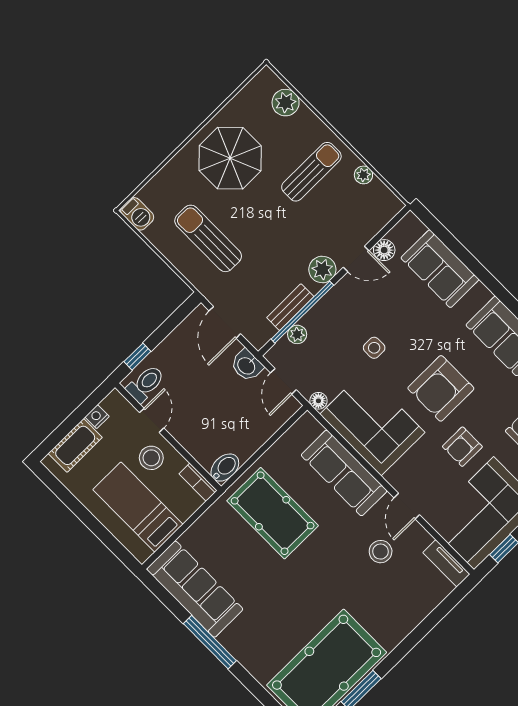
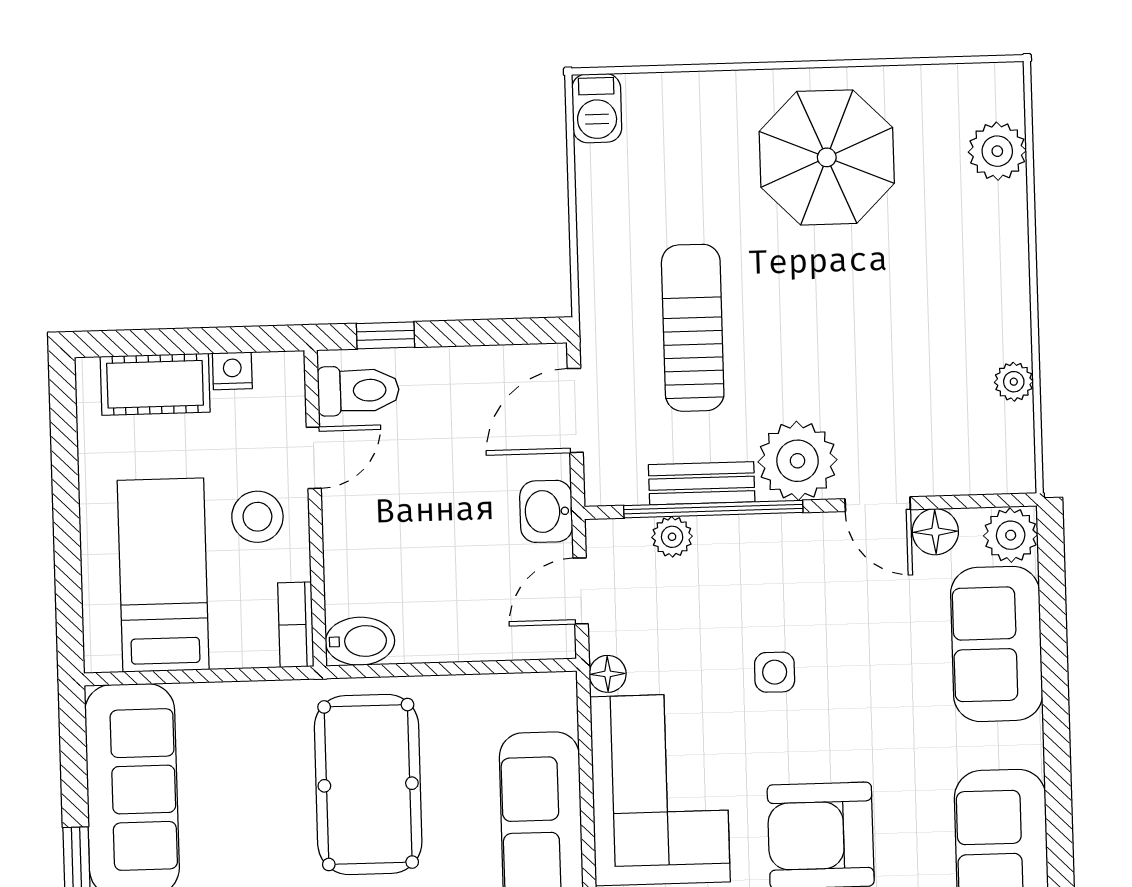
sun lounger: (311, 172) -> (936, 299), removed
plant: (411, 228) -> (1011, 535), added
sun lounger: (208, 238) -> (693, 328), moved
plant: (322, 270) -> (798, 461), width x1.36, depth x1.36

